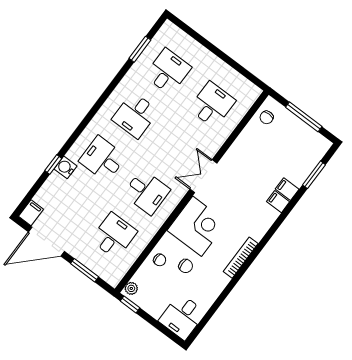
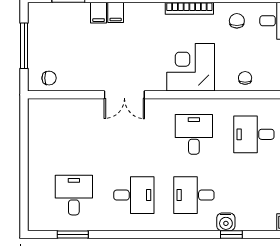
desk: (168, 72) -> (74, 195), turned 90
desk: (212, 105) -> (74, 134), removed
desk: (102, 159) -> (194, 195), turned 90
double door: (203, 176) -> (124, 95), moved
chair: (186, 266) -> (237, 21), moved

